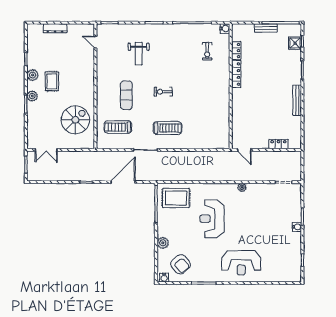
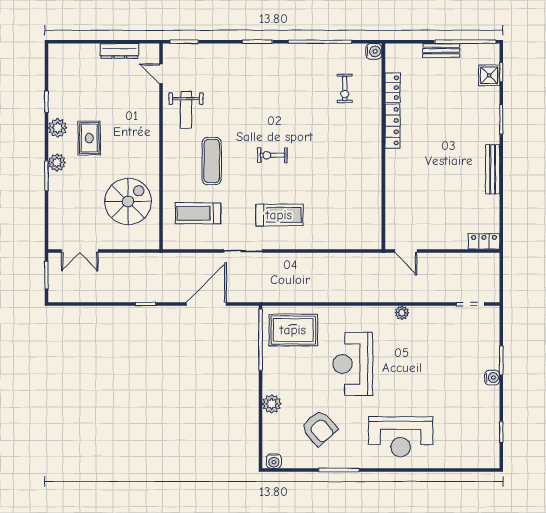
dresser: (55, 28) -> (119, 51), moved
weight bench: (139, 54) -> (186, 110), moved
locker: (278, 144) -> (484, 241), moved
armchair: (181, 264) -> (319, 428), moved

